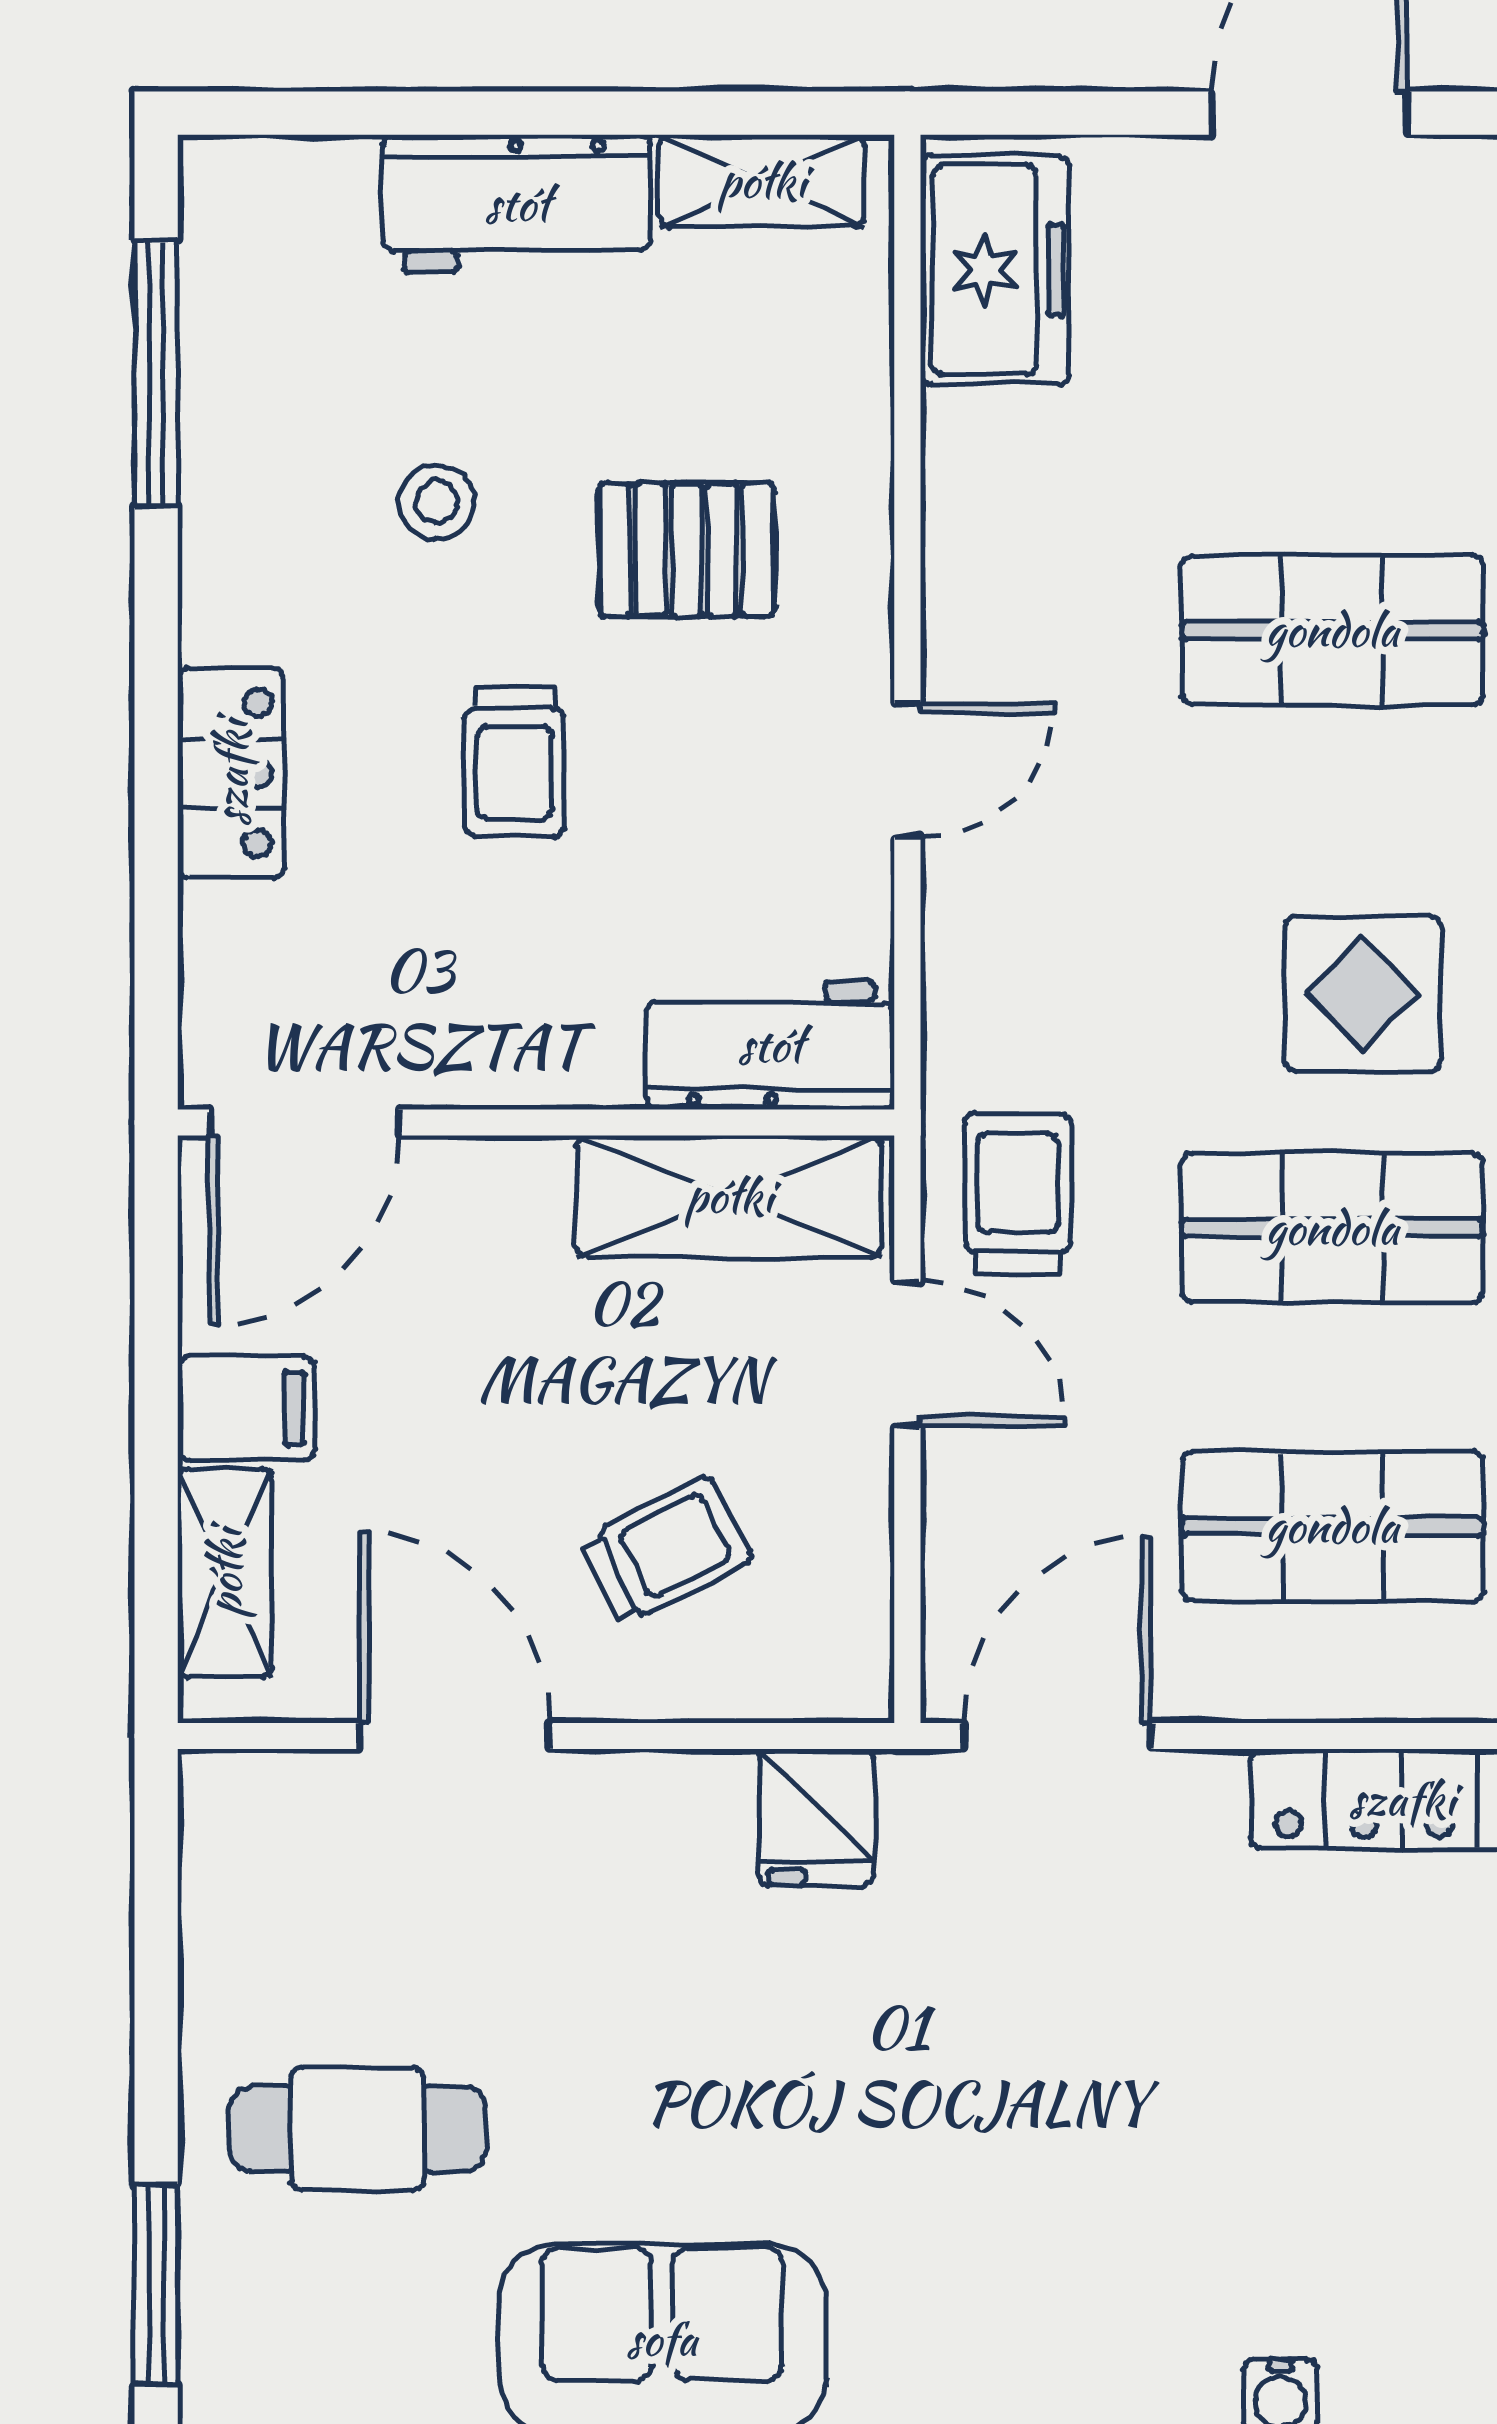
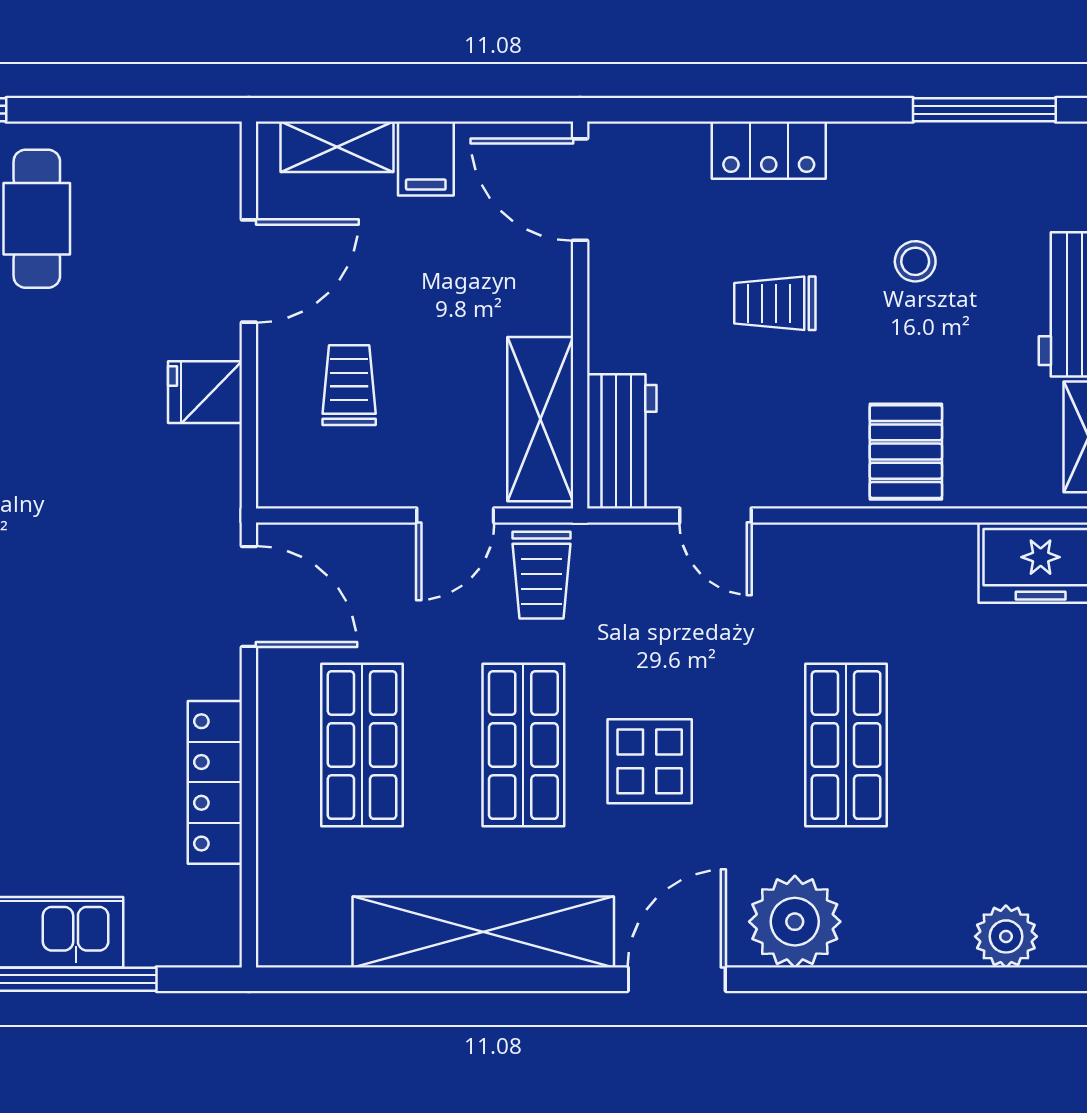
pallet: (687, 550) -> (906, 452), moved
door: (907, 770) -> (715, 515), moved
trolley: (1018, 1194) -> (542, 575), turned 90
trolley: (666, 1550) -> (349, 385), turned -153
fridge: (816, 1817) -> (205, 392), moved

